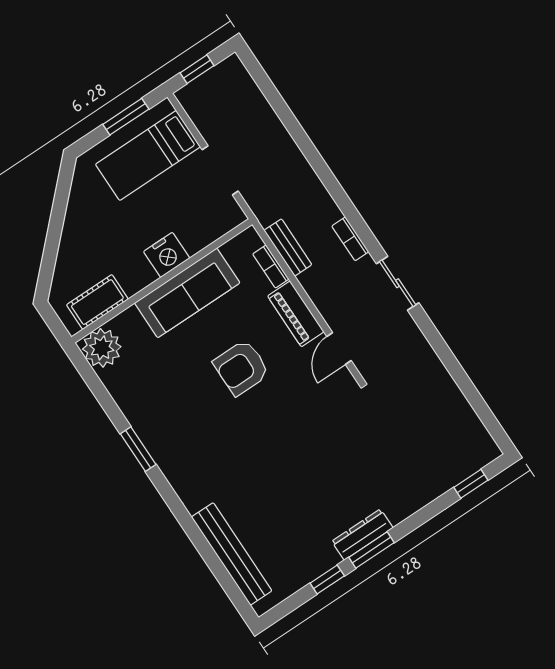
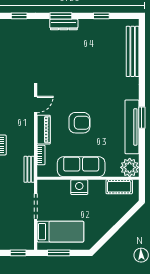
bench: (288, 247) -> (29, 169), moved
tv unit: (145, 421) -> (132, 127), added
dresser: (362, 535) -> (64, 24), moved
window: (371, 550) -> (61, 16), moved

